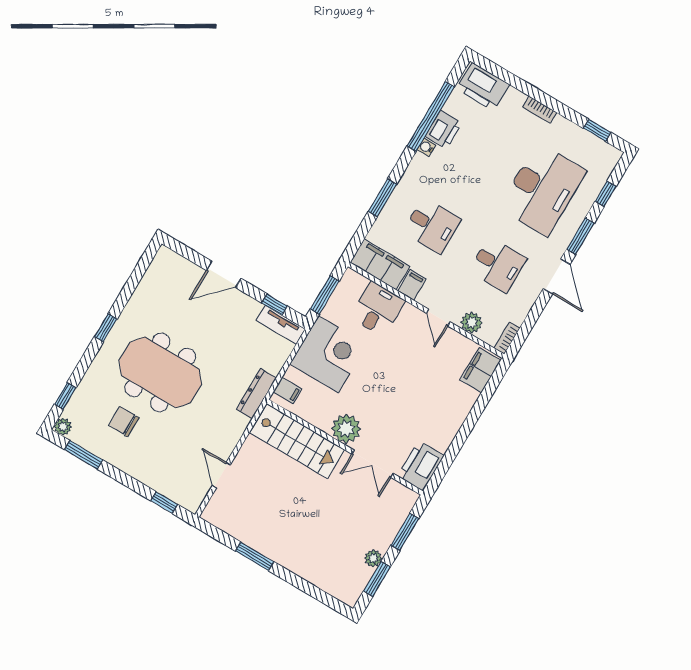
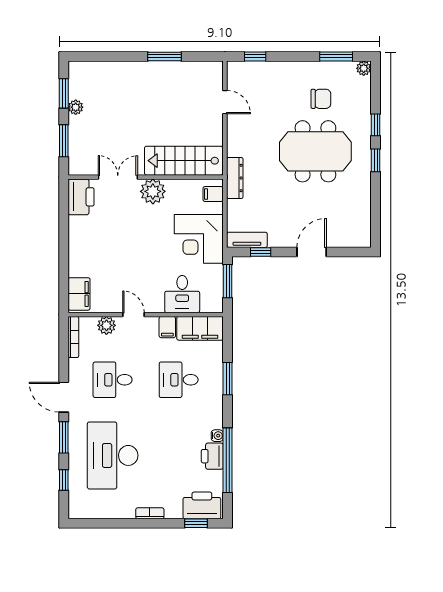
window: (597, 130) -> (196, 523), moved
bookcase: (507, 338) -> (73, 337), width x1.56
window: (65, 396) -> (376, 125), moved

